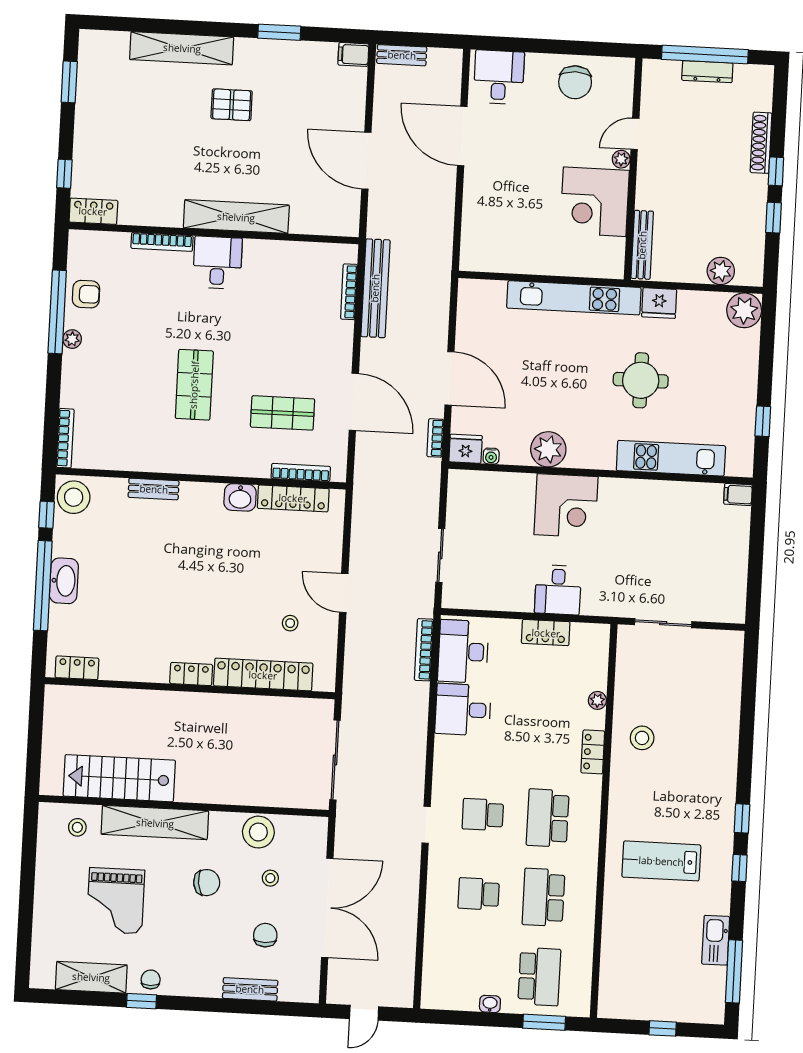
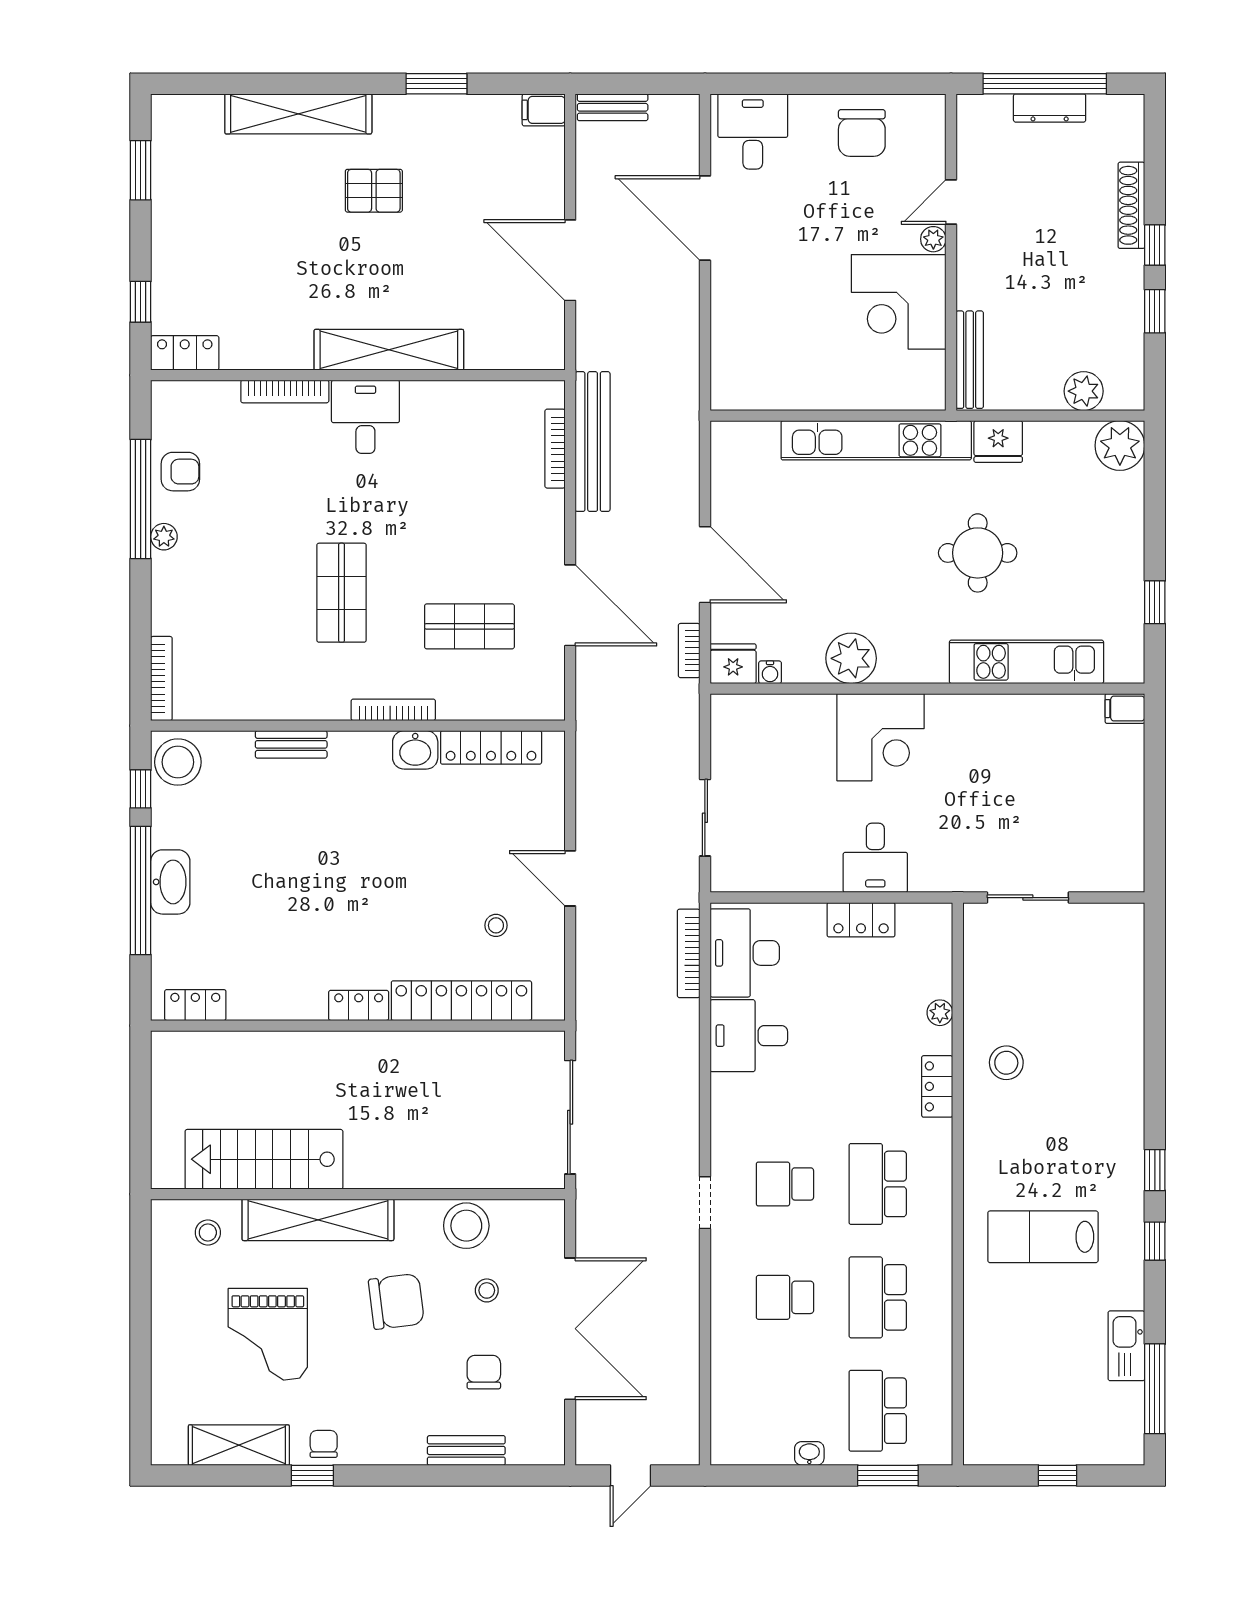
bookcase: (301, 472) -> (393, 710), moved
chair: (207, 883) -> (396, 1301), width x1.37, depth x1.37
school desk: (539, 977) -> (878, 1411), turned 180

